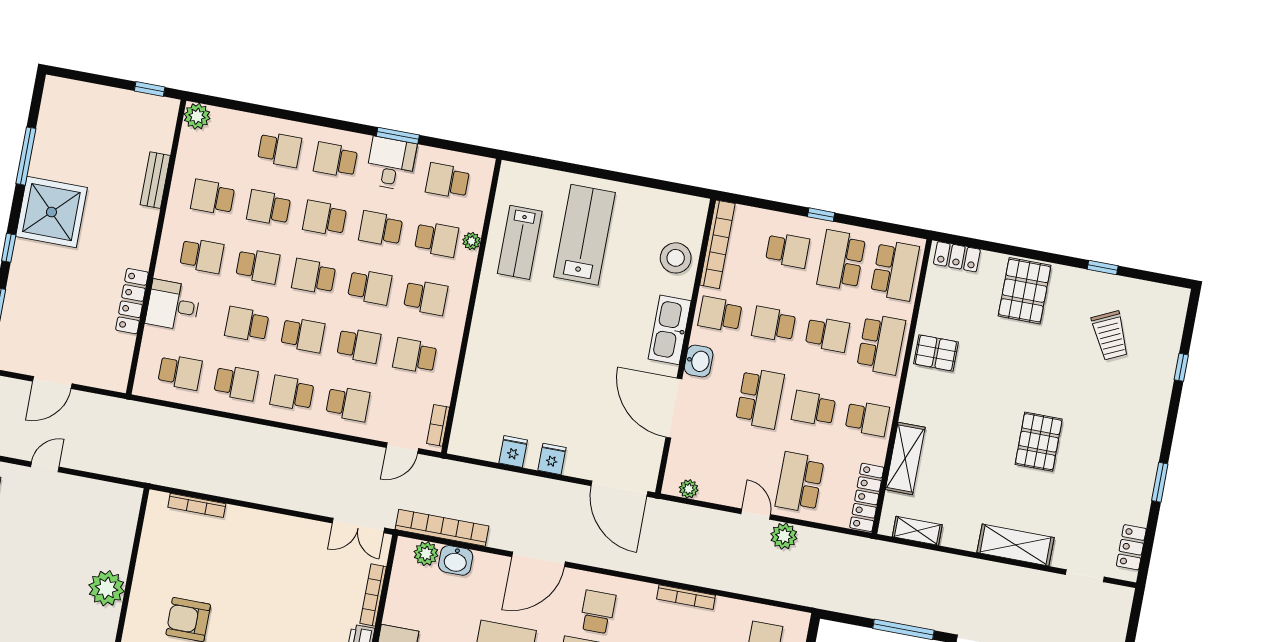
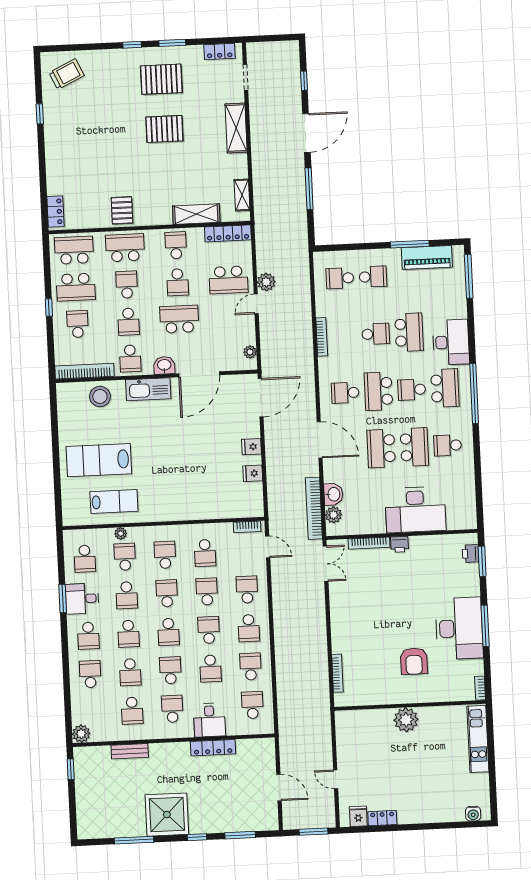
pallet: (1025, 291) -> (161, 79), moved
trolley: (1110, 336) -> (67, 74), moved
window: (1181, 367) -> (132, 45), moved

